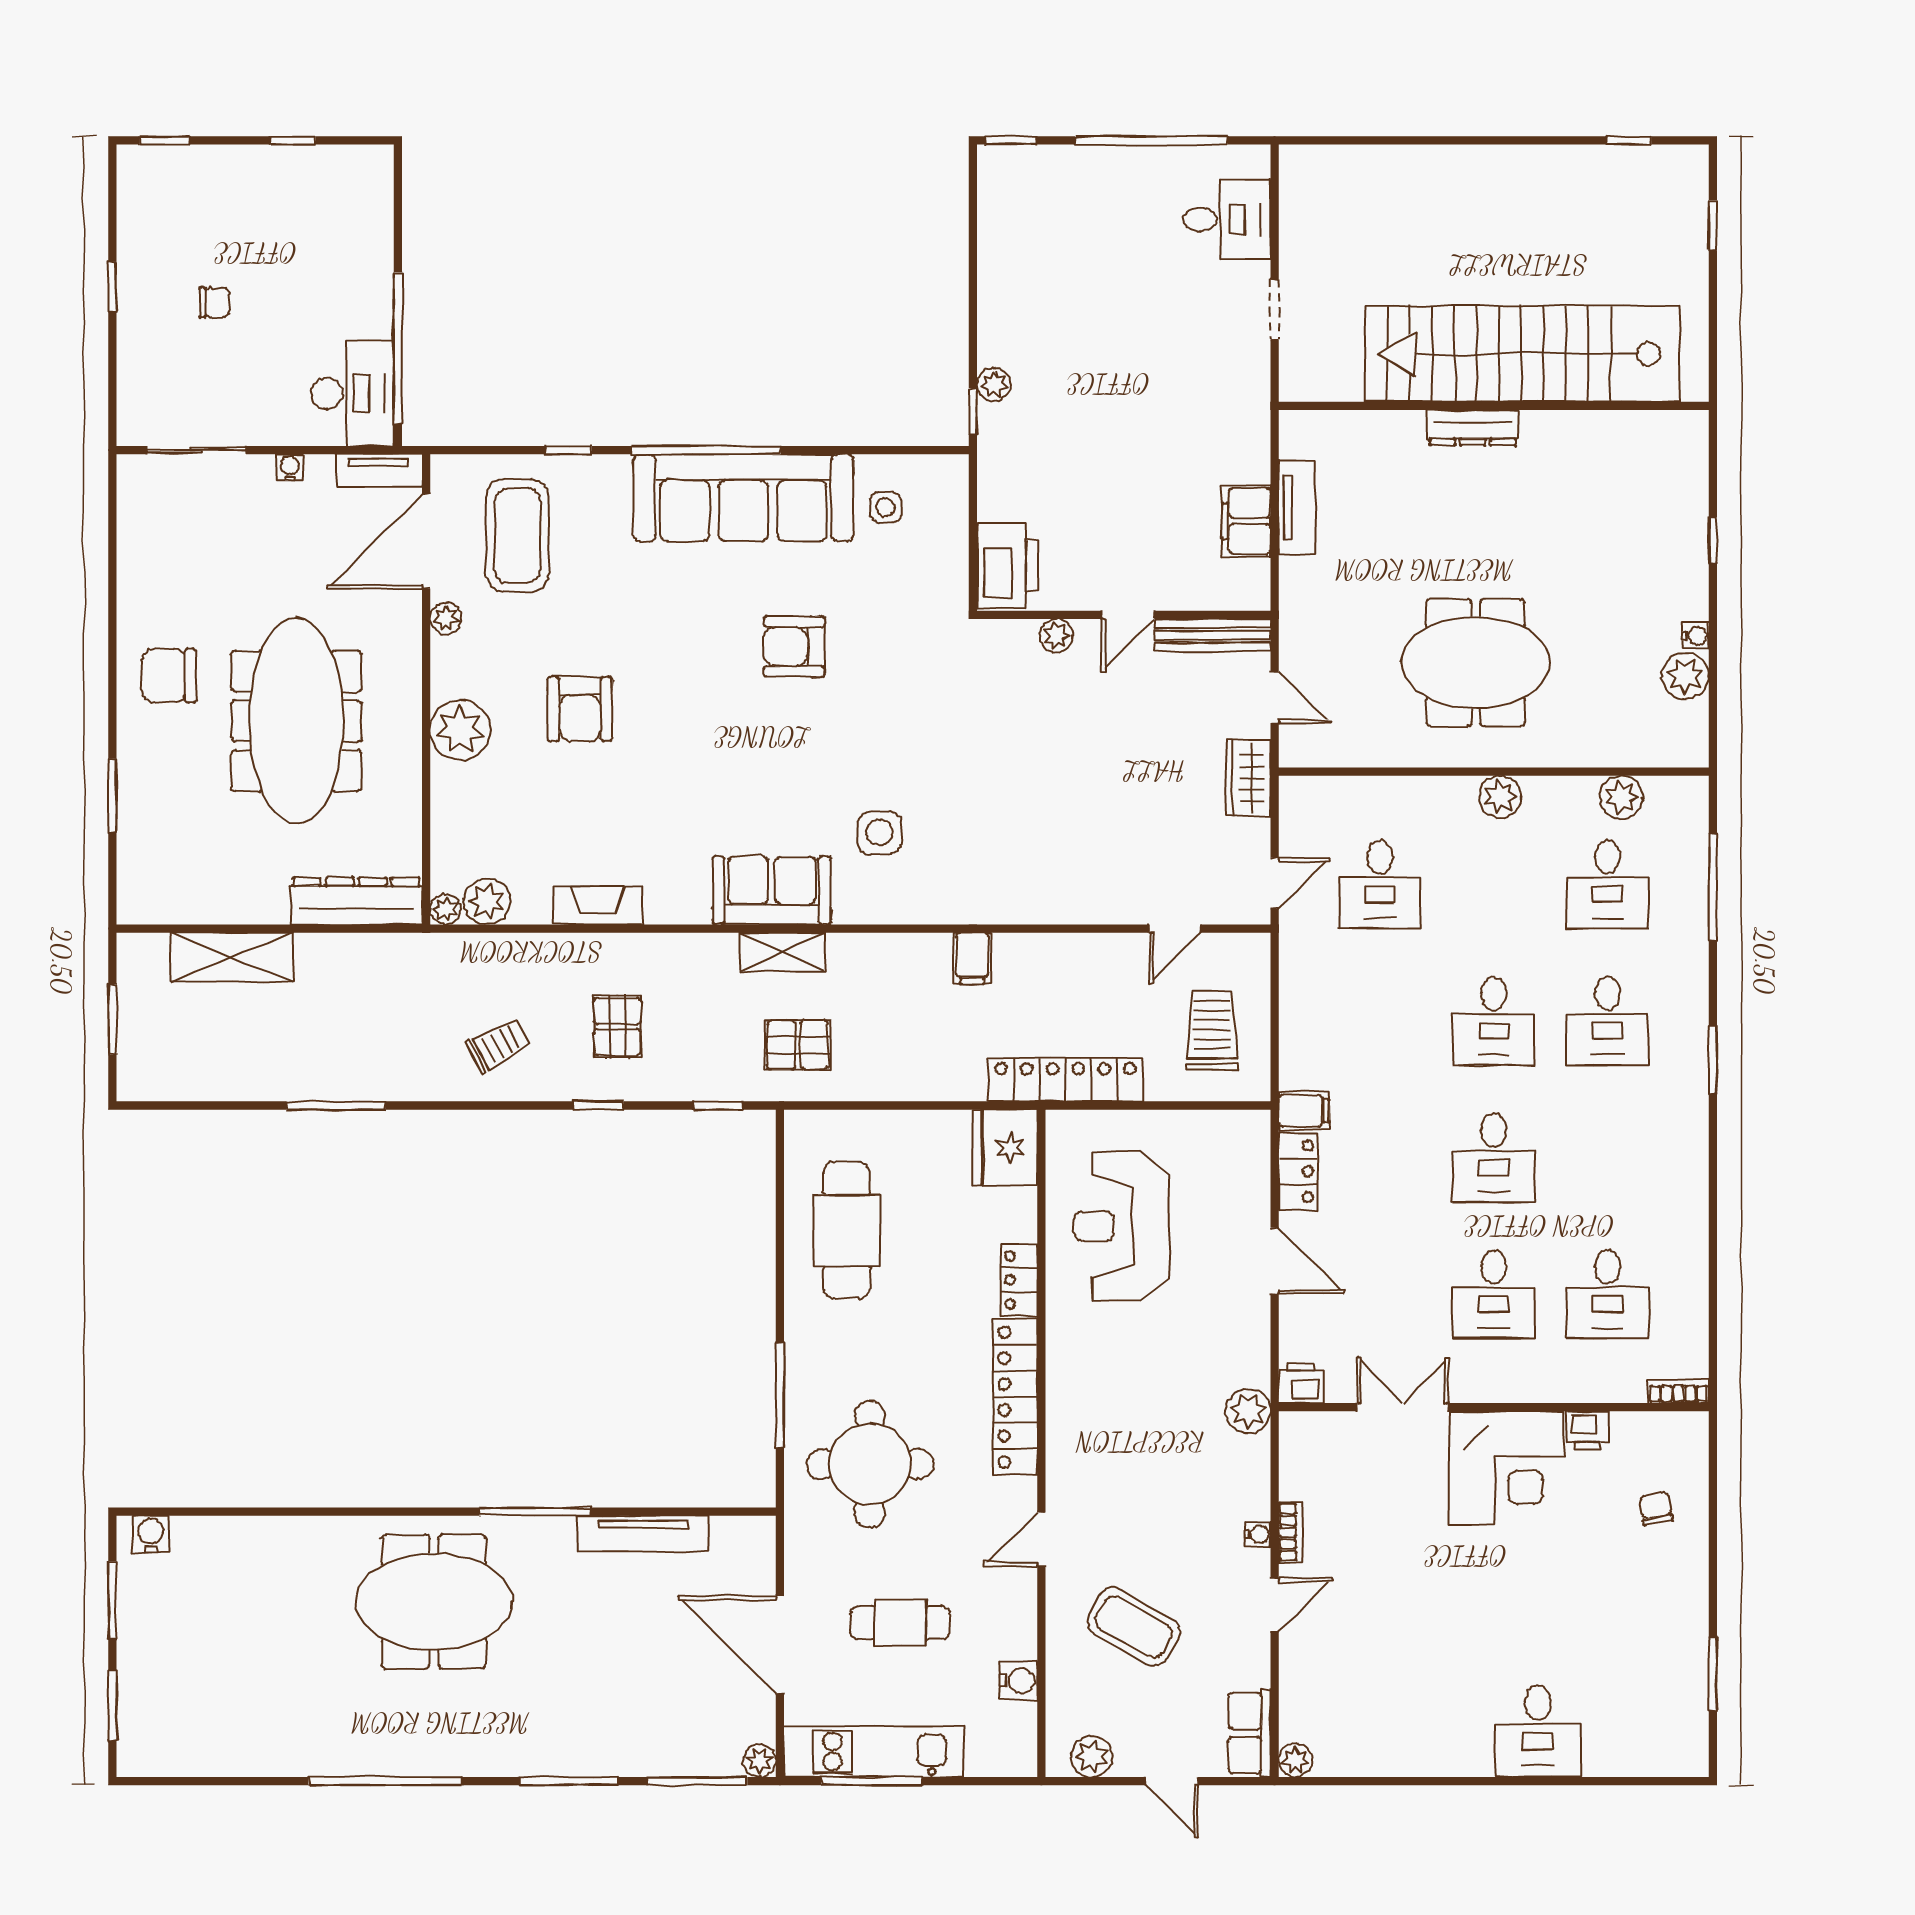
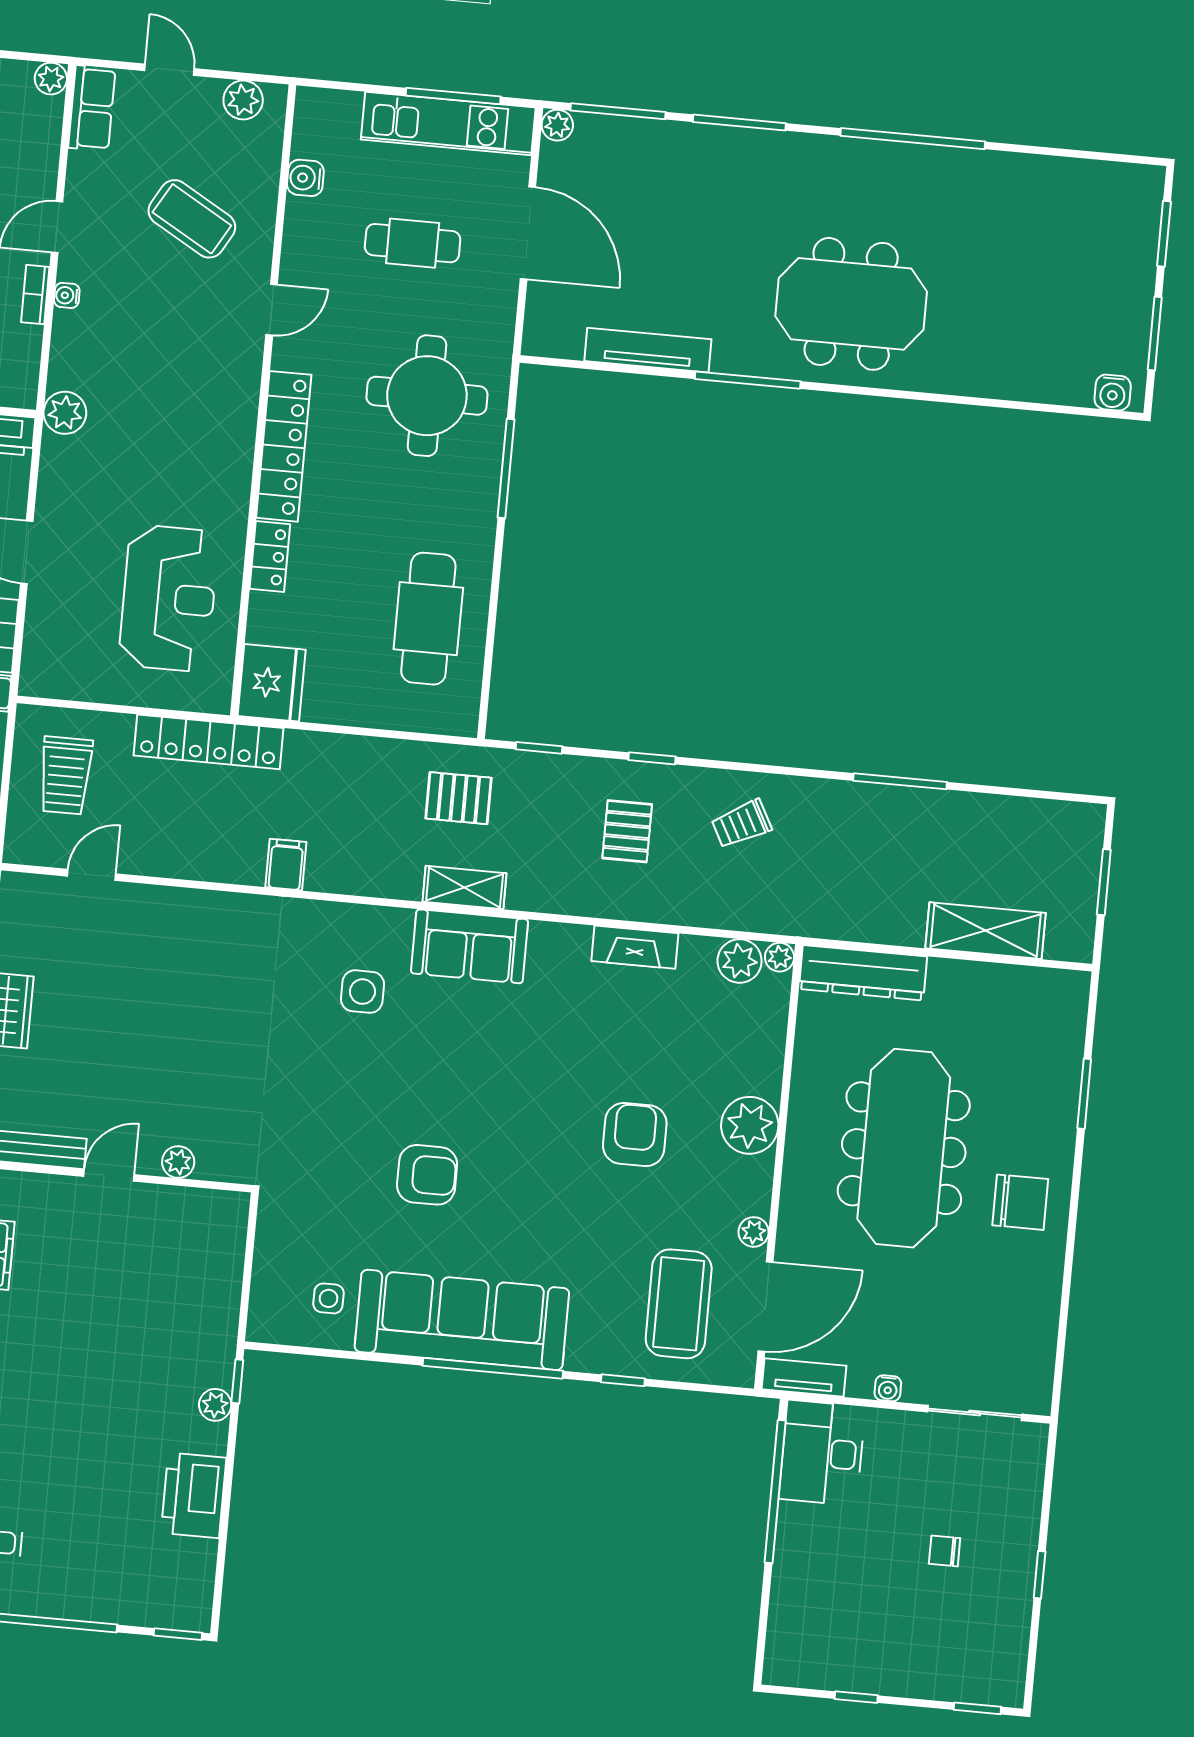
printer: (1008, 565) -> (194, 1495), moved

